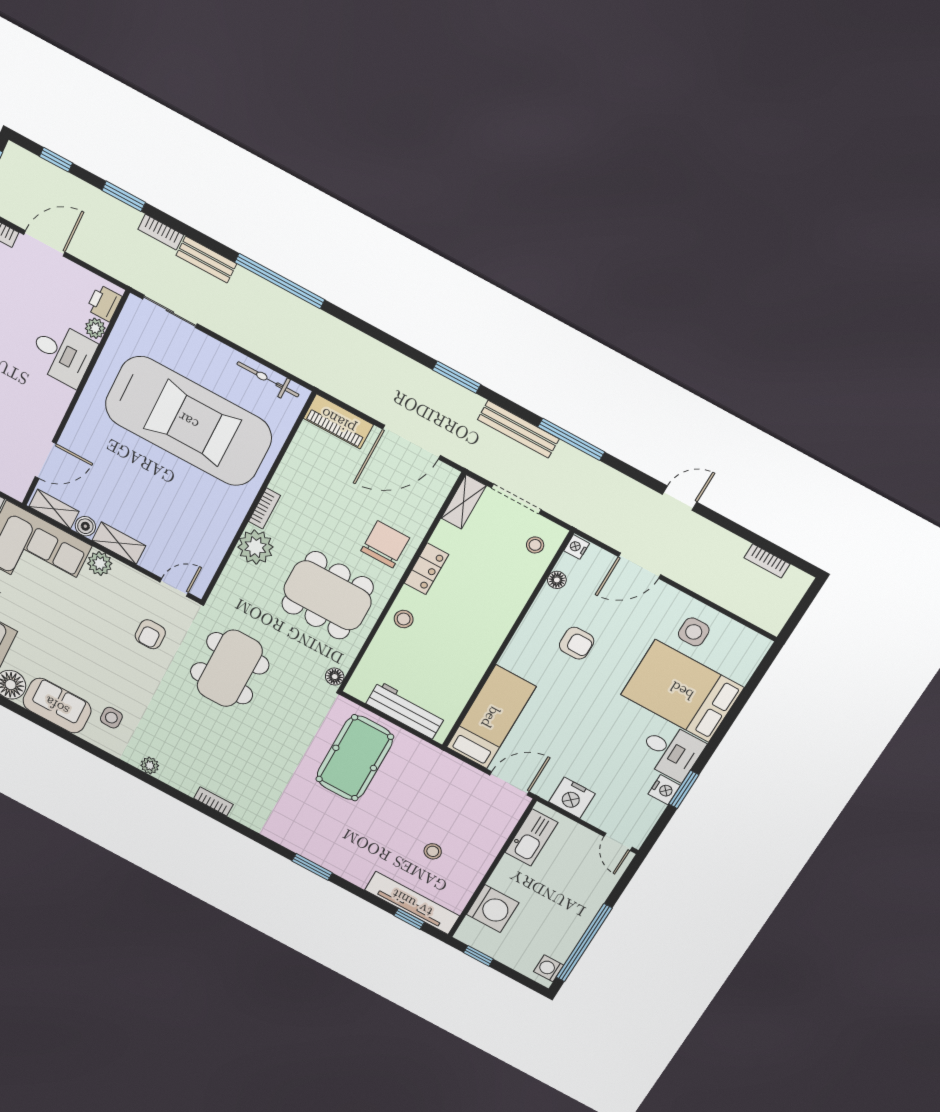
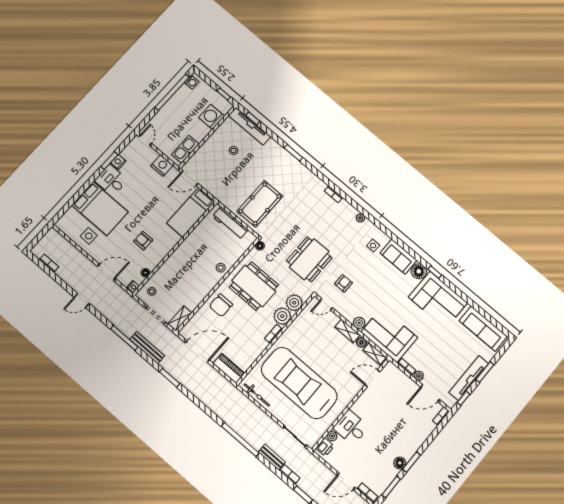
locker: (426, 569) -> (204, 290), removed
plant: (238, 578) -> (294, 303), added

